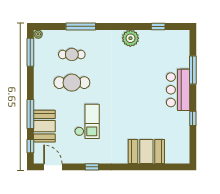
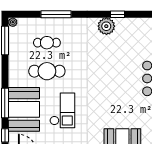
window: (158, 26) -> (118, 14), moved
booth: (44, 126) -> (24, 109), width x1.36, depth x1.42

